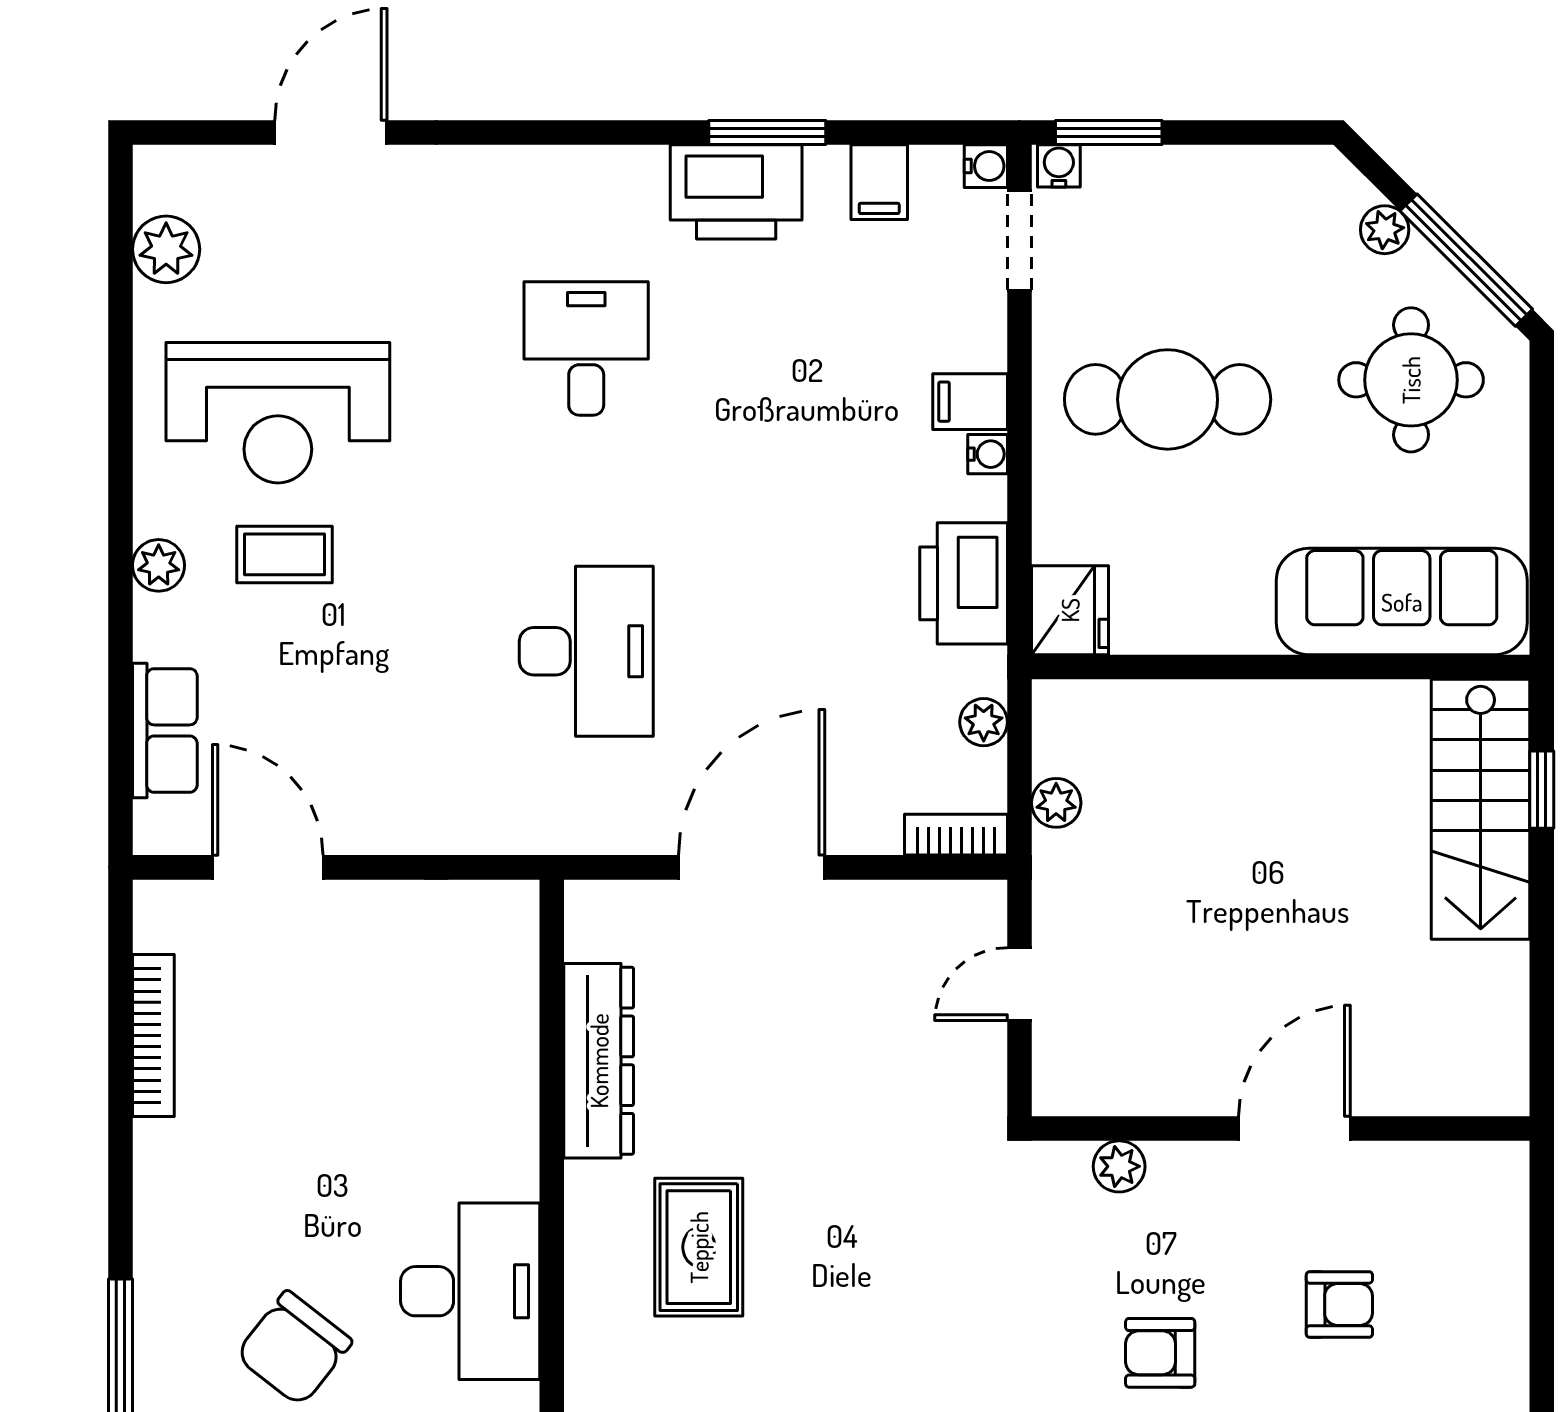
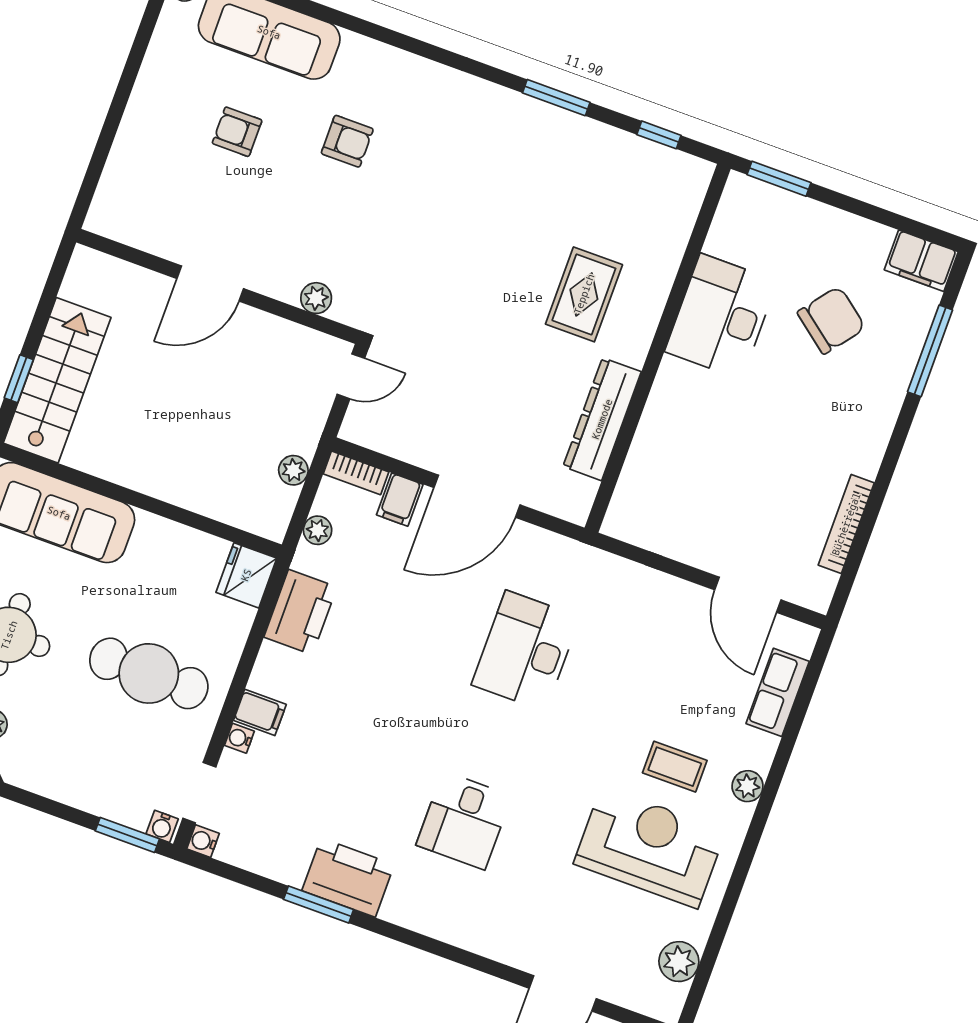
filing cabinet: (879, 182) -> (400, 500), moved, turned 180
water cooler: (988, 454) -> (239, 738), moved
wall: (1281, 1129) -> (218, 286), moved
door: (1294, 1129) -> (210, 284), moved
plant: (1119, 1166) -> (316, 298), moved

